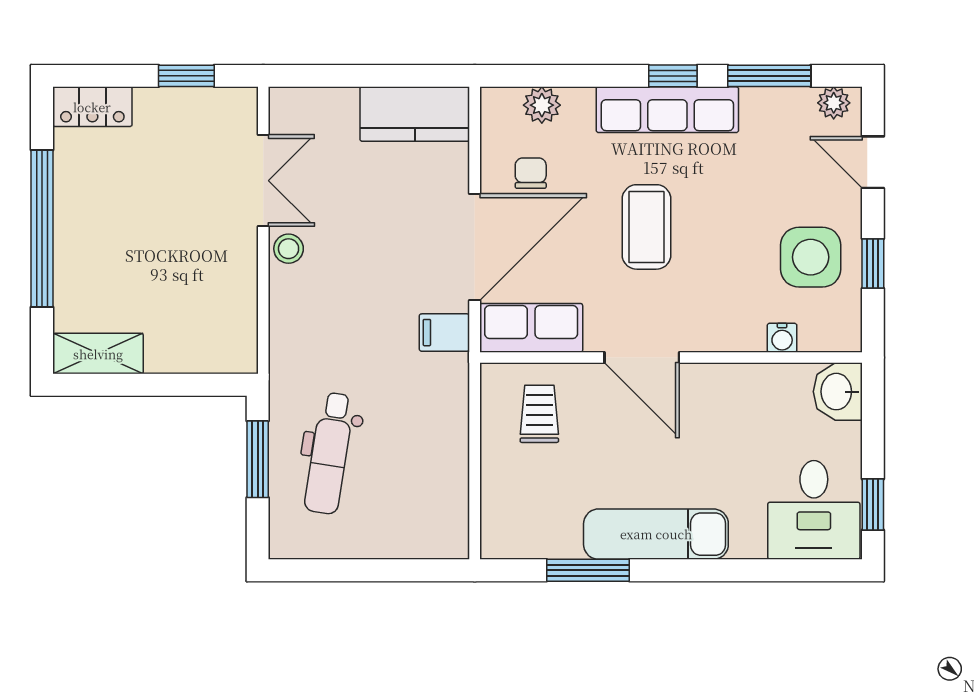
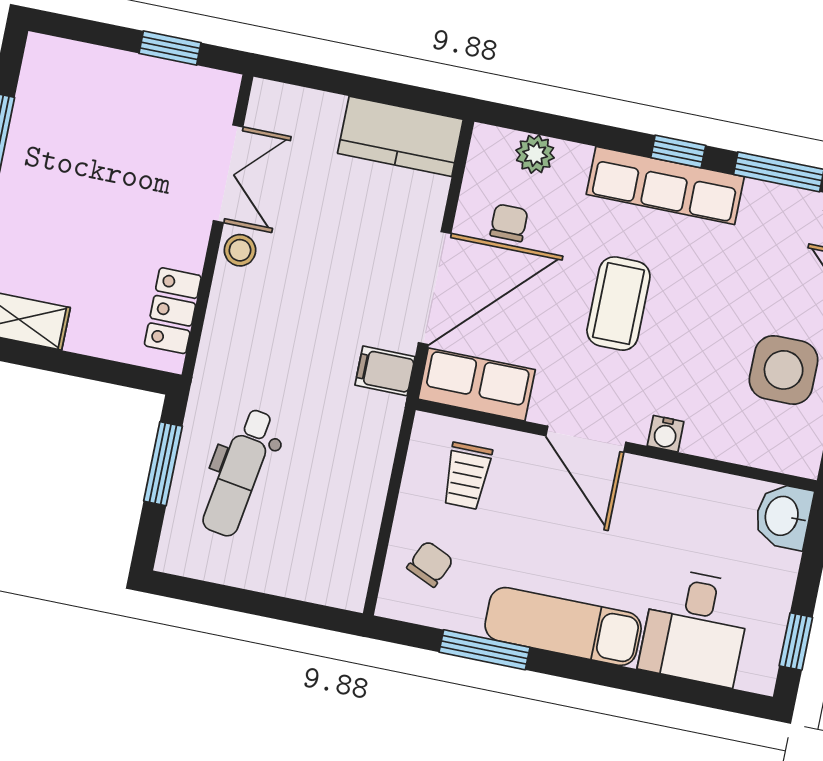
locker: (92, 107) -> (173, 311), moved, turned 90
water cooler: (782, 338) -> (666, 434), moved
trolley: (539, 414) -> (467, 476), turned 180
chair: (522, 502) -> (430, 564), added
desk: (814, 510) -> (695, 627), moved

